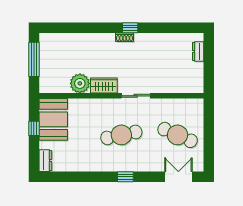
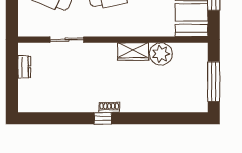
dresser: (198, 51) -> (24, 67), moved
sliding door: (136, 96) -> (67, 40), moved

